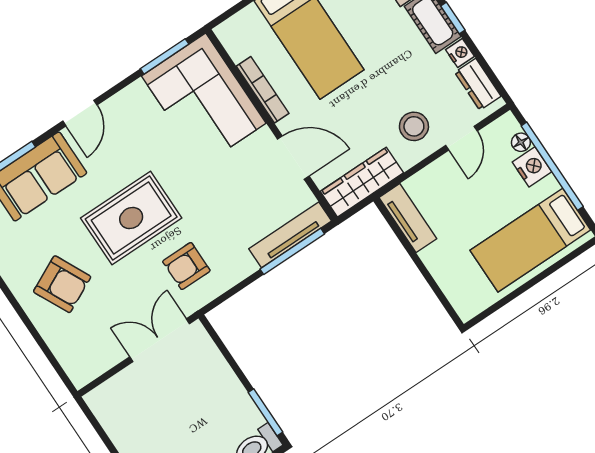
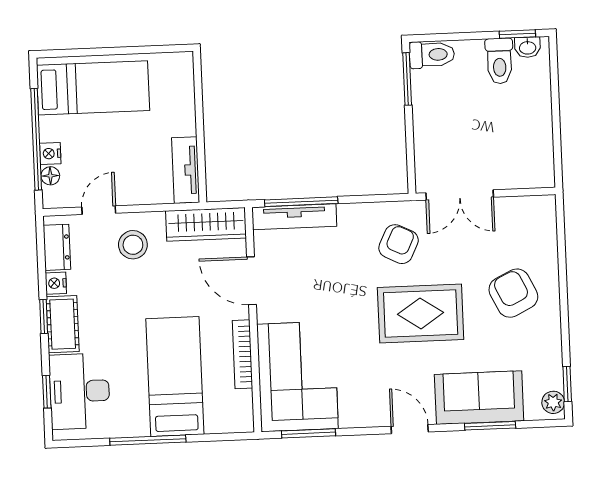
door: (80, 113) -> (410, 429), hinge flipped
nightstand: (532, 167) -> (50, 154), width x0.72, depth x0.74
armchair: (186, 266) -> (399, 244), turned -64

